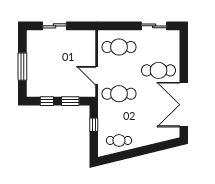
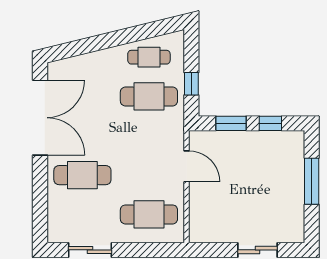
cafe table: (119, 94) -> (149, 96), moved

